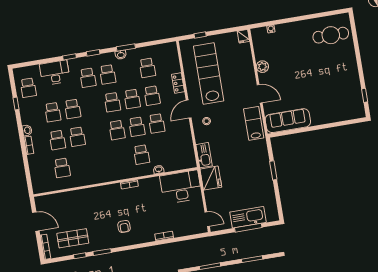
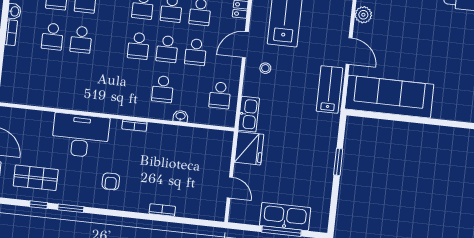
sofa: (288, 121) -> (389, 97), width x1.36, depth x1.27
school desk: (62, 168) -> (220, 95), moved
desk: (181, 187) -> (80, 135), moved
door: (207, 219) -> (230, 188), moved

